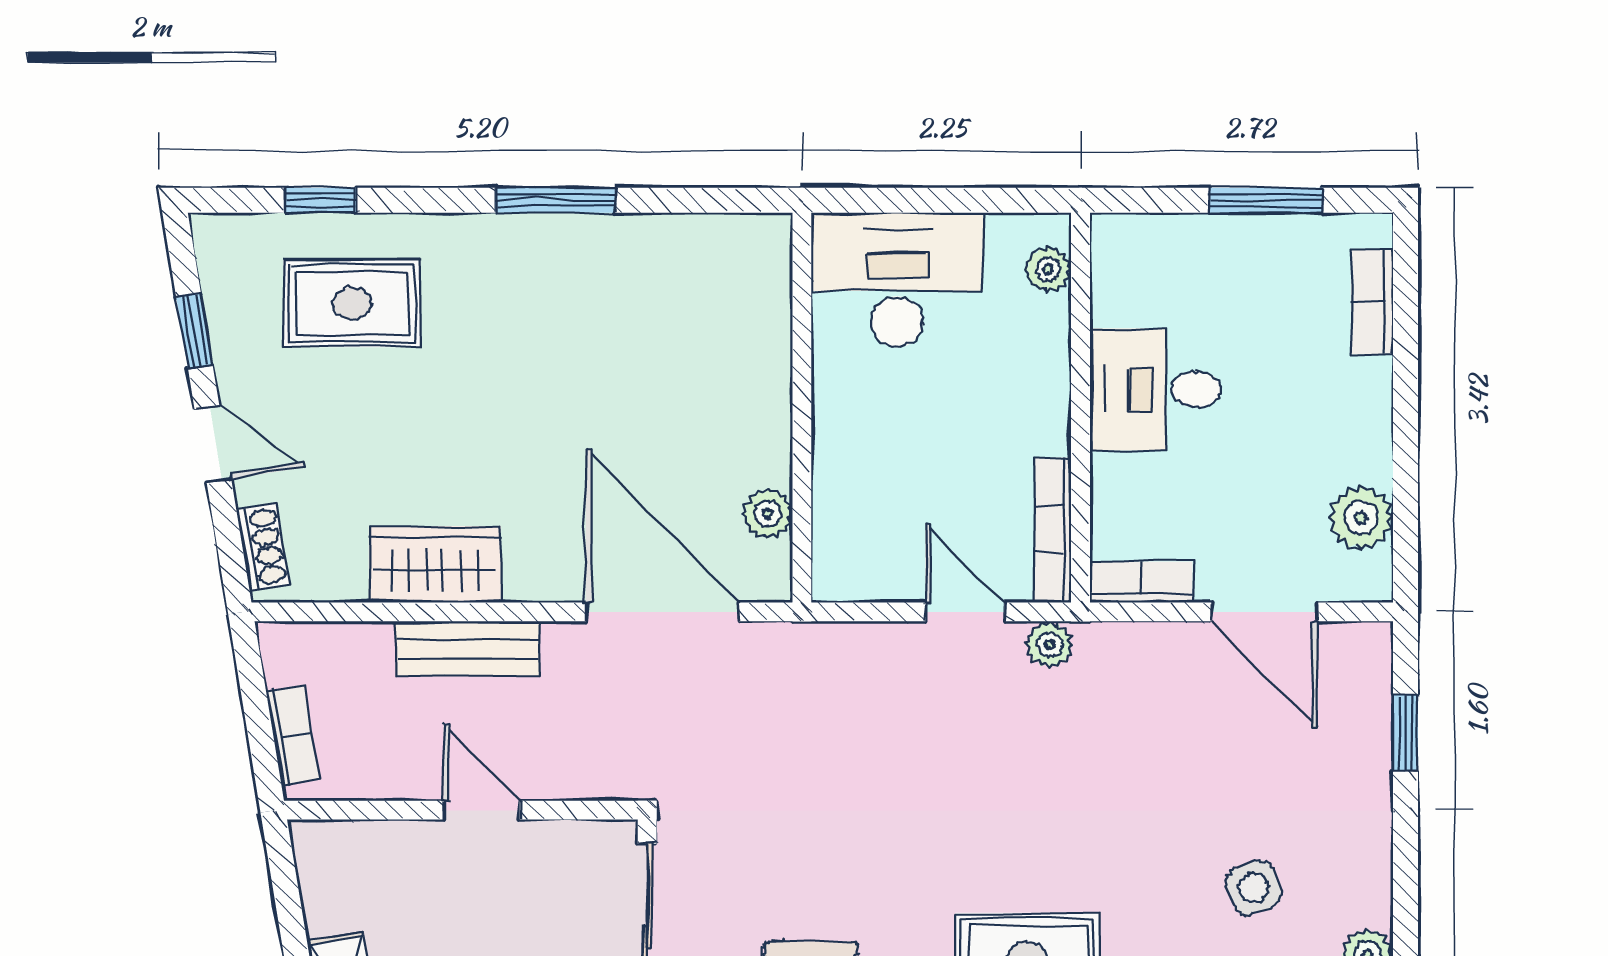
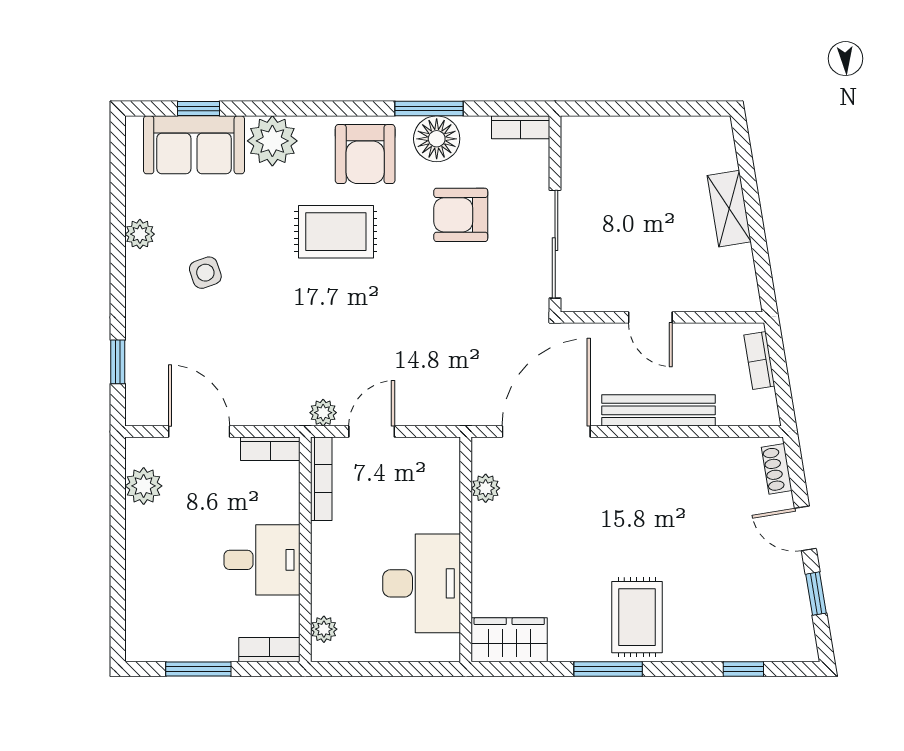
desk: (897, 280) -> (422, 583), moved, turned -90
bookcase: (1372, 302) -> (269, 650), moved, turned -90
rug: (352, 303) -> (637, 617), moved, turned 90
wardrobe: (435, 564) -> (509, 640), moved, turned 180
door: (662, 612) -> (546, 432), swing flipped
door: (965, 612) -> (372, 432), swing flipped
bench: (468, 649) -> (659, 410), width x1.36

